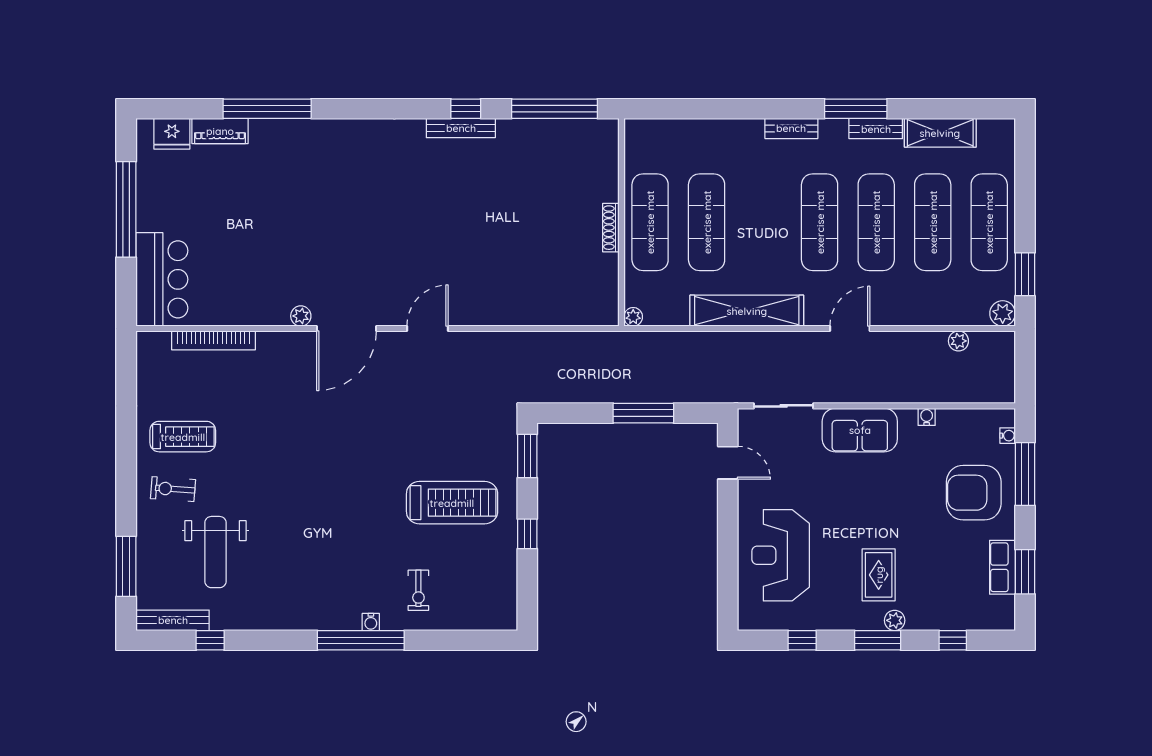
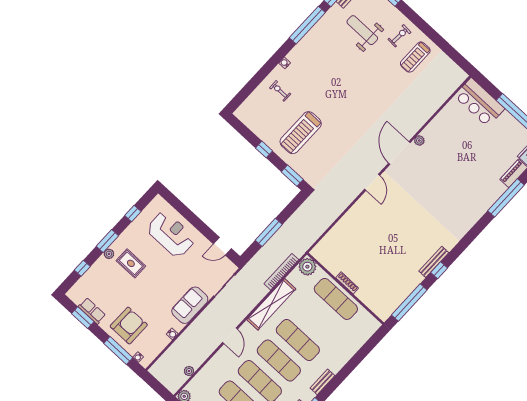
exercise mat: (707, 222) -> (298, 340), moved
plant: (633, 317) -> (307, 267), width x1.87, depth x1.87
bookcase: (214, 340) -> (281, 272), moved
window: (361, 640) -> (307, 25), moved

